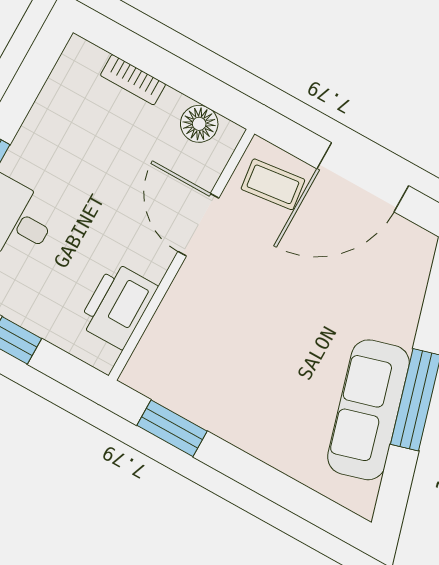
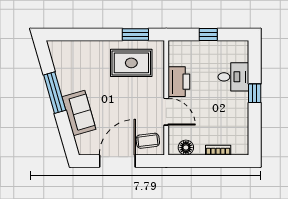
printer: (118, 306) -> (179, 82), moved
rug: (215, 372) -> (131, 63), added
sofa: (368, 410) -> (79, 113), moved, width x0.73

